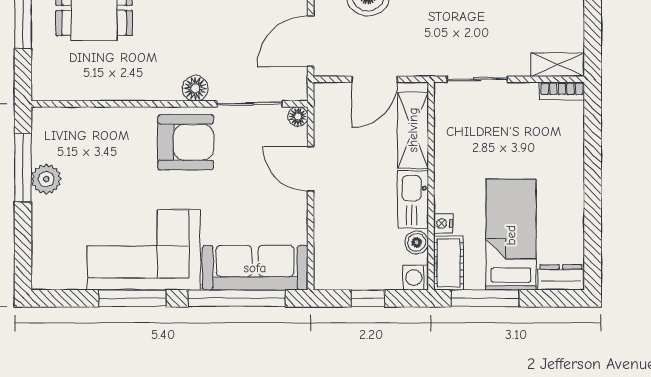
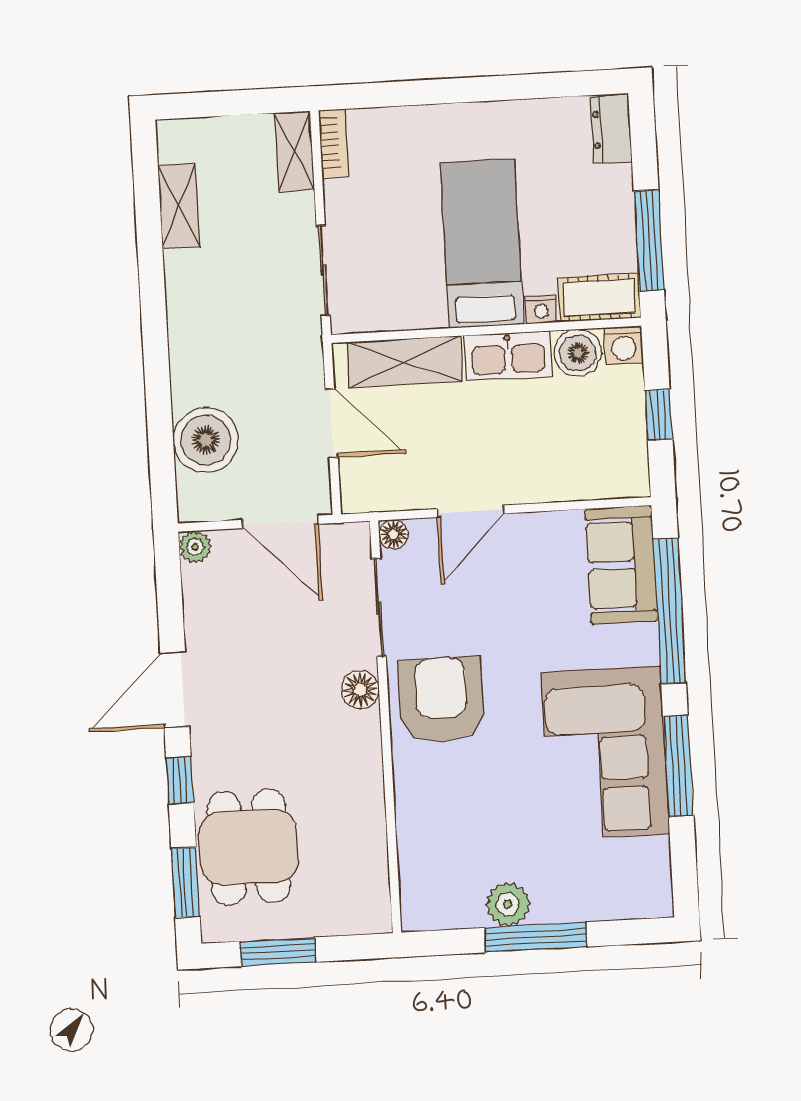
window: (23, 168) -> (536, 937), moved
bed: (511, 235) -> (482, 243), moved, turned 90
boiler: (417, 242) -> (578, 353), width x1.36, depth x1.36
sofa: (255, 268) -> (621, 565), width x0.73

